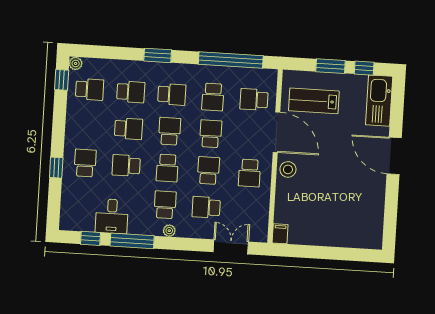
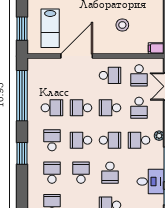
window: (331, 66) -> (22, 29), moved
school desk: (254, 99) -> (139, 75), moved
stool: (288, 169) -> (122, 25), moved

